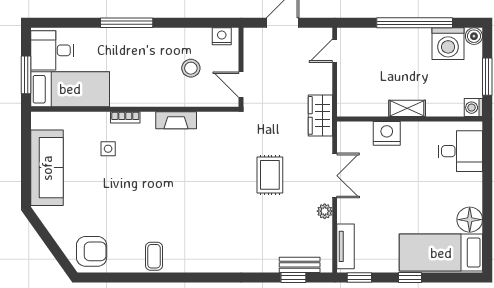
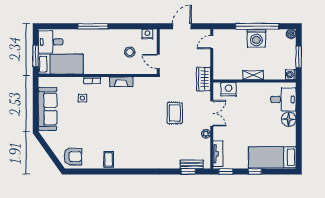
washing machine: (448, 44) -> (256, 38), moved
nightstand: (387, 133) -> (229, 89), moved
floor lamp: (470, 220) -> (289, 119), moved

